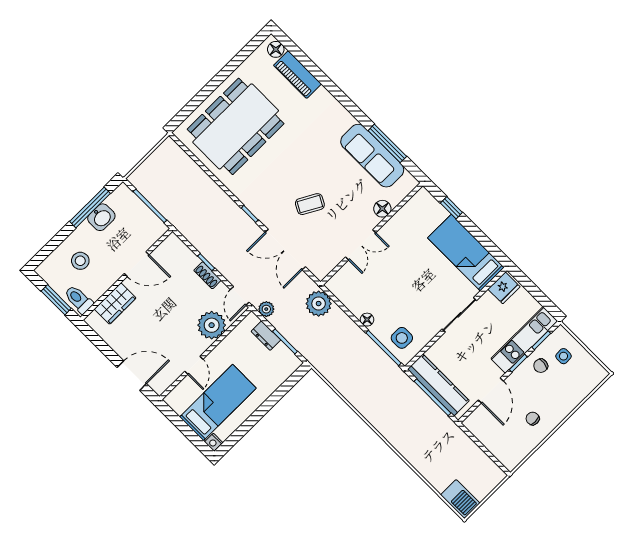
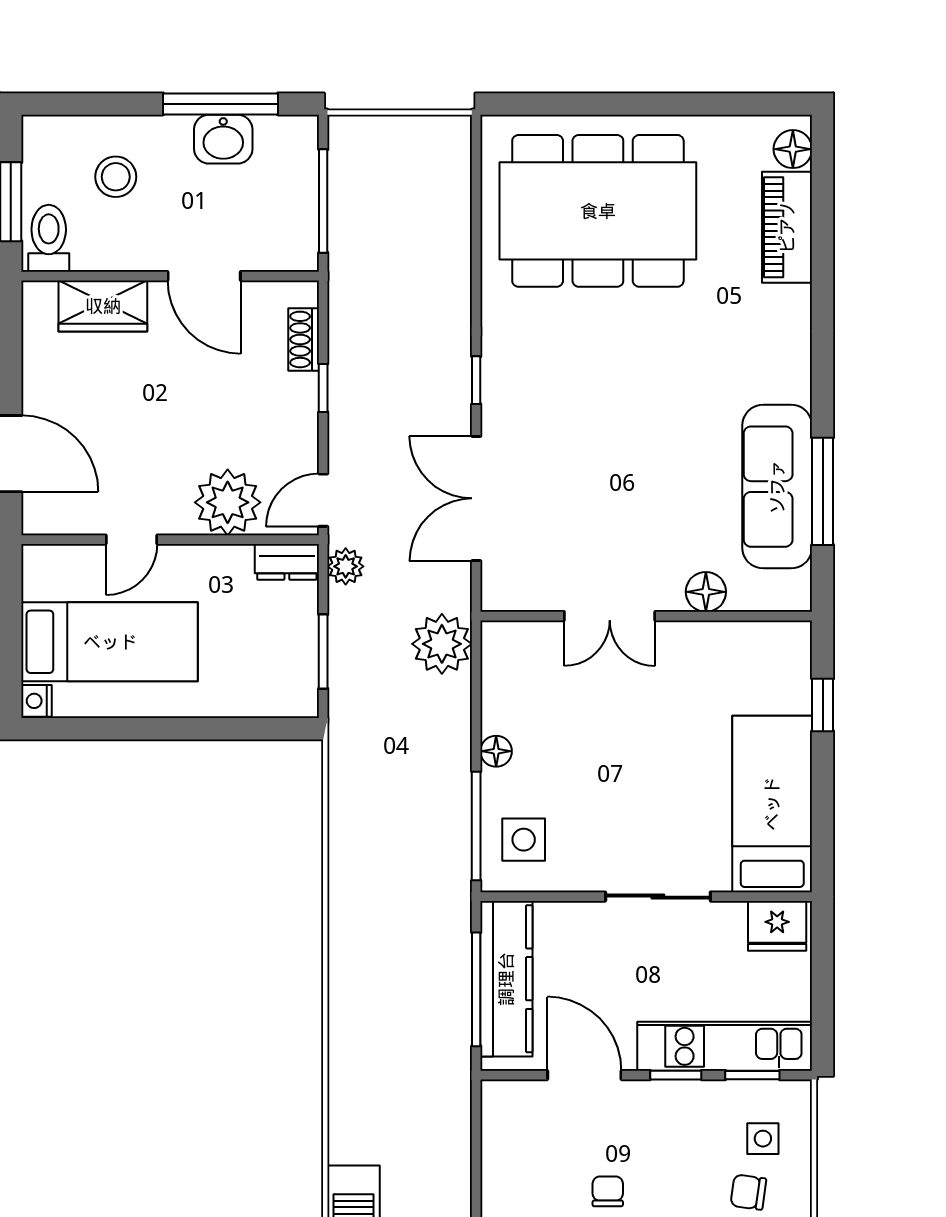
coffee table: (310, 204) -> (593, 464), removed
shoe rack: (208, 275) -> (304, 339), moved
dresser: (266, 336) -> (287, 562), moved, turned -90
chair: (541, 366) -> (748, 1192), moved
door: (491, 391) -> (584, 1075), swing flipped

